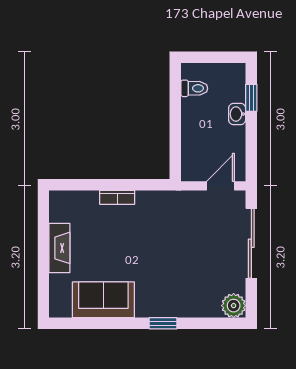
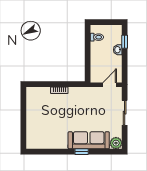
sliding door: (251, 243) -> (125, 113), width x0.73
fireplace: (59, 248) -> (31, 115), removed
sofa: (103, 300) -> (89, 140), moved, width x1.36

